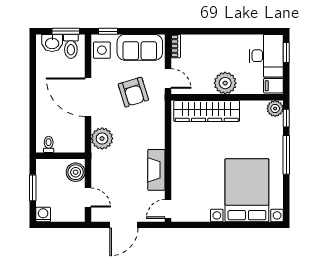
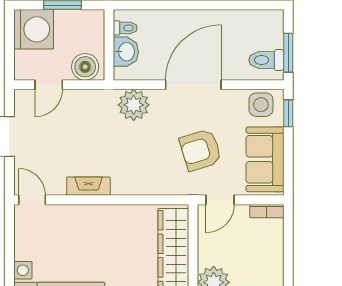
washbasin: (52, 43) -> (126, 52), moved, turned 180
fireplace: (156, 170) -> (89, 186), width x0.73, depth x0.76
washing machine: (43, 214) -> (34, 29), width x1.89, depth x1.89

